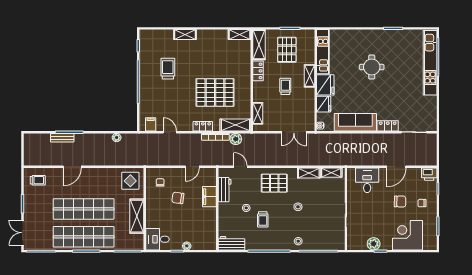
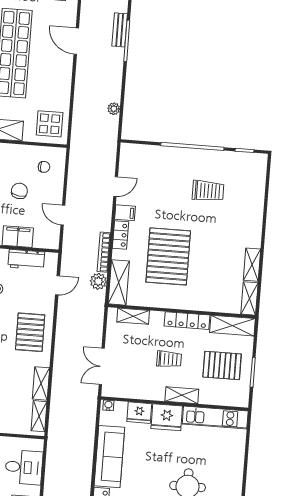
shelving: (185, 35) -> (252, 265), moved
locker: (258, 71) -> (187, 321), width x1.53
filing cabinet: (151, 124) -> (125, 213), moved

